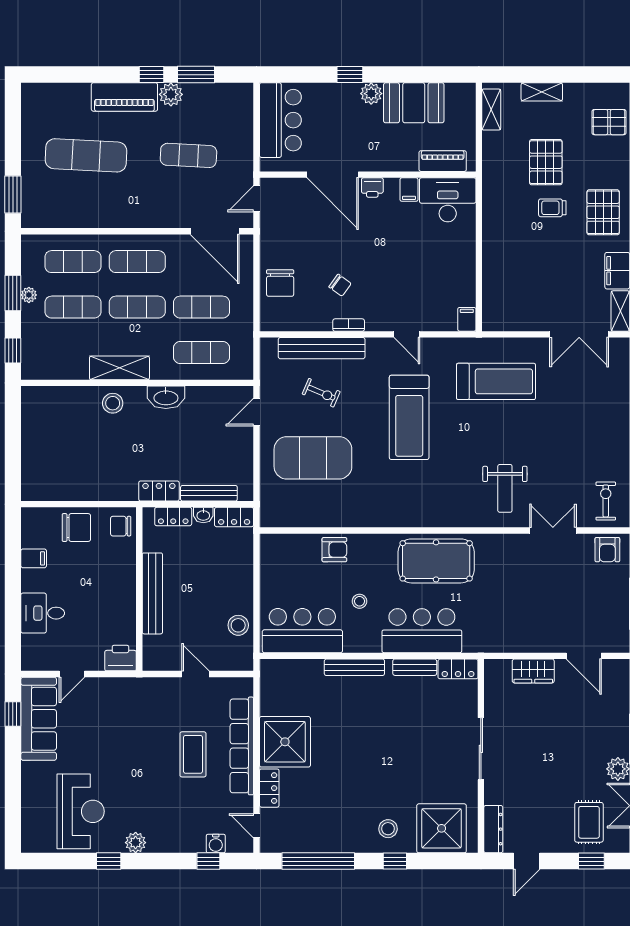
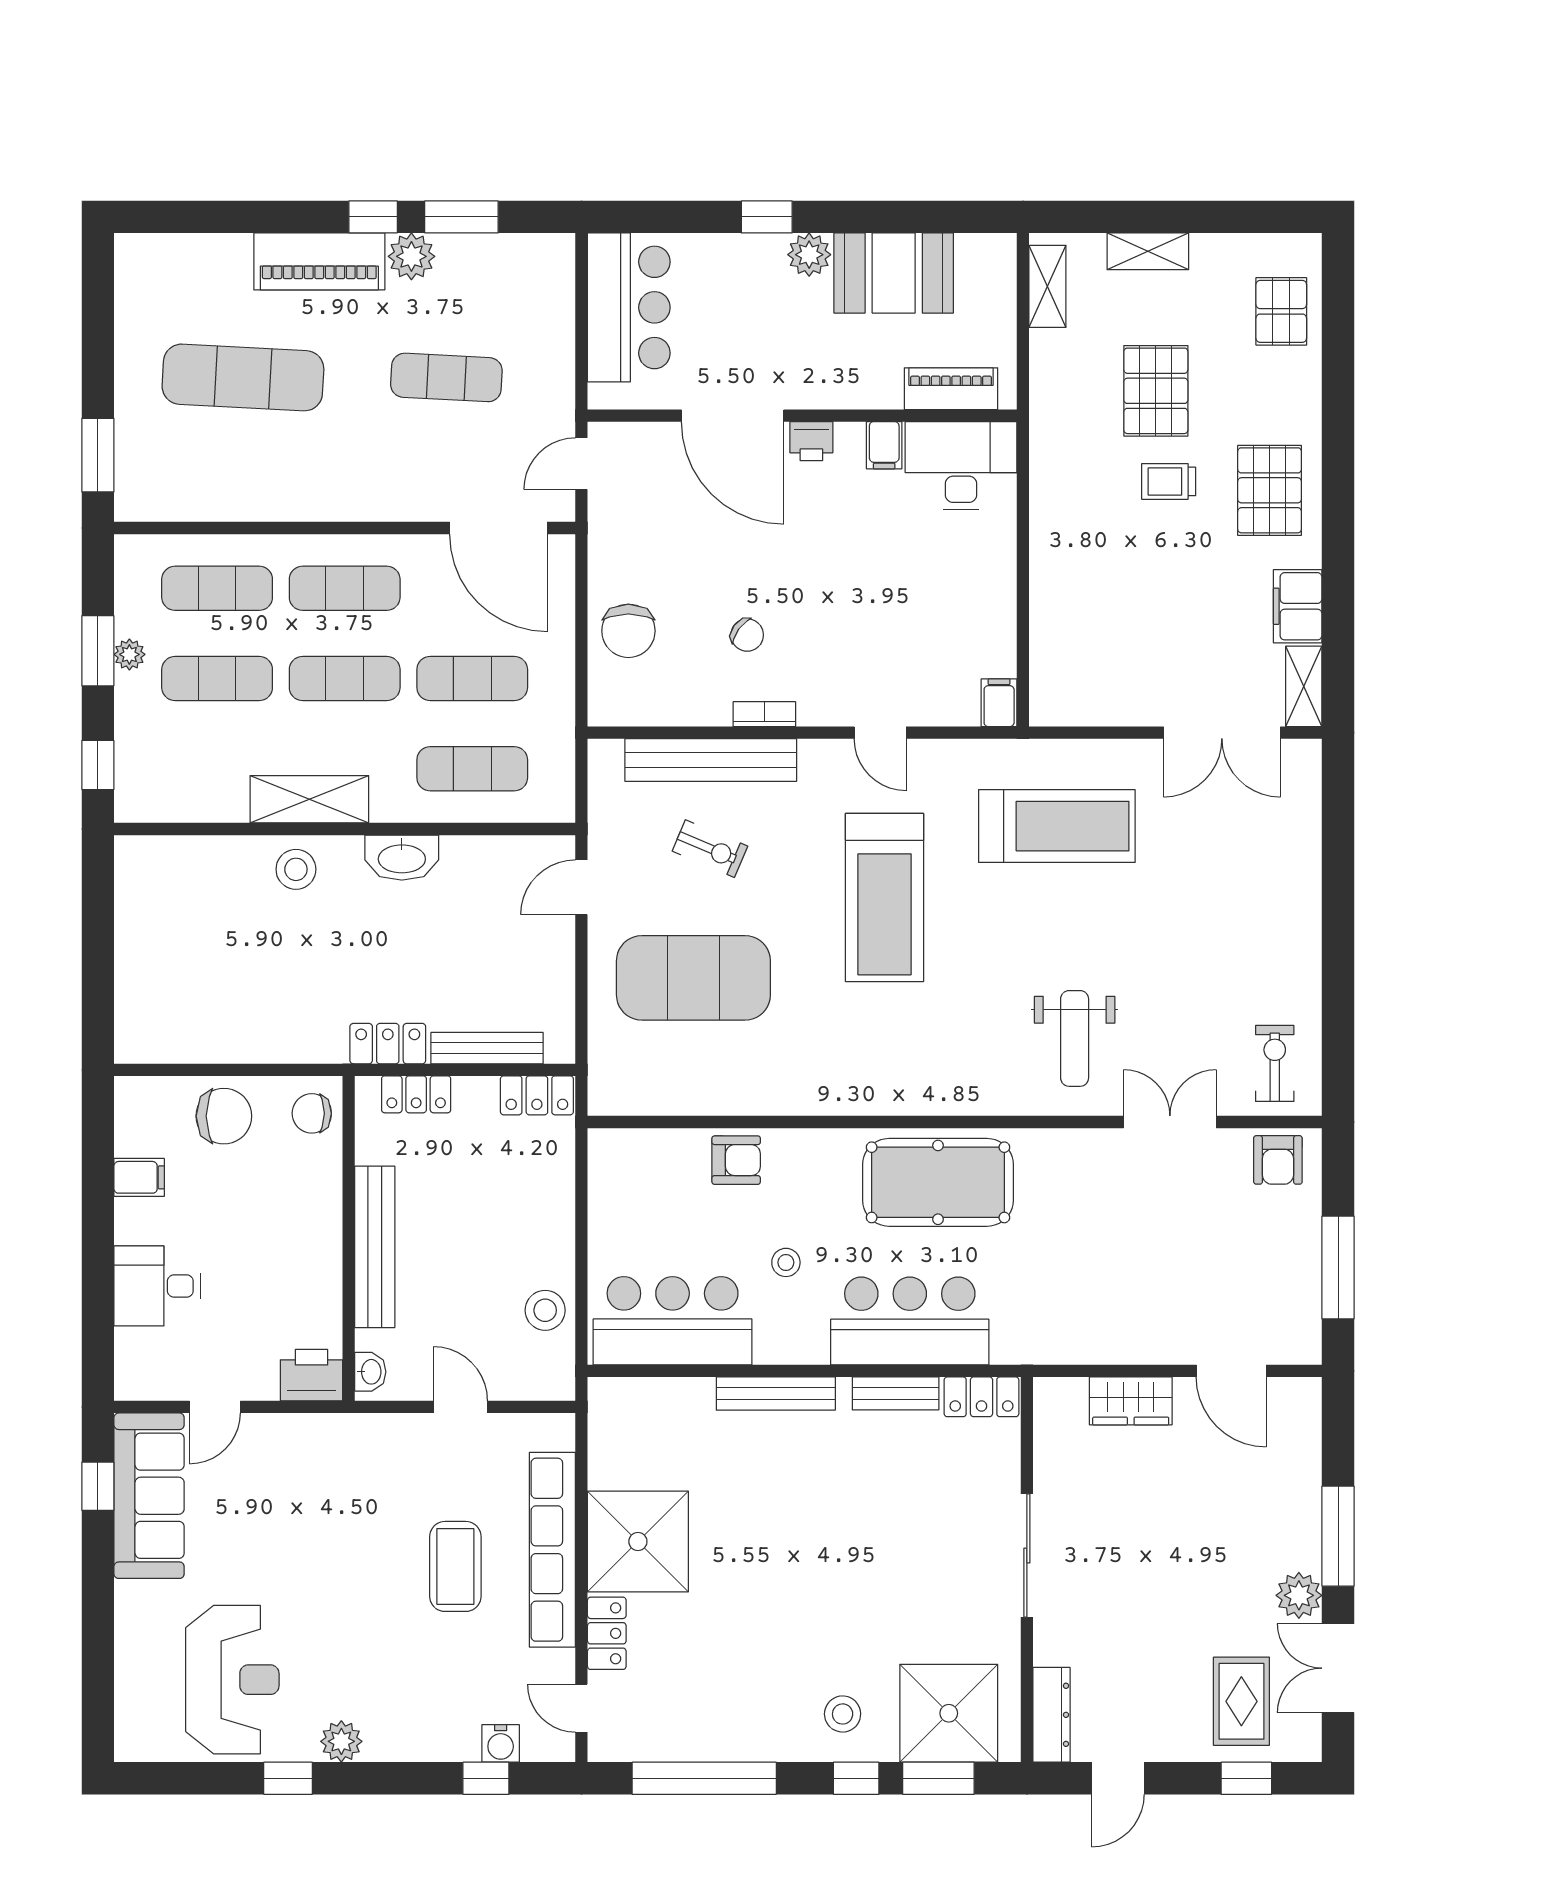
pallet: (609, 122) -> (1281, 311), turned 90
washbasin: (203, 515) -> (370, 1372), moved, turned -90
window: (436, 861) -> (938, 1778), added

